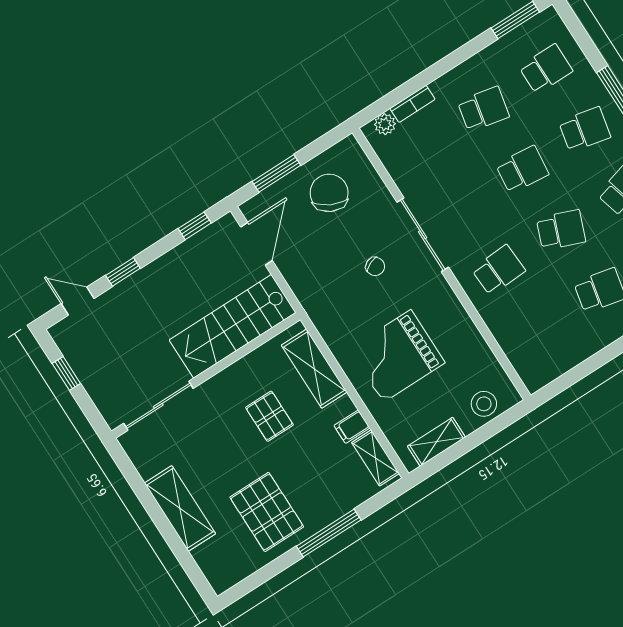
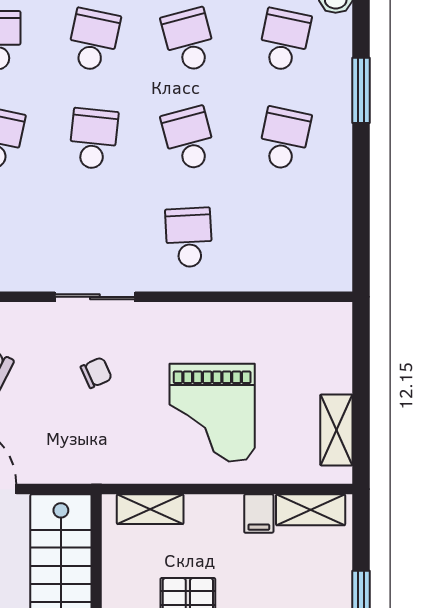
school desk: (561, 230) -> (189, 139), turned -36
sliding door: (423, 235) -> (95, 297), width x0.73
shelving: (314, 369) -> (150, 509), width x0.67, depth x0.75
stool: (484, 404) -> (328, 350), removed

